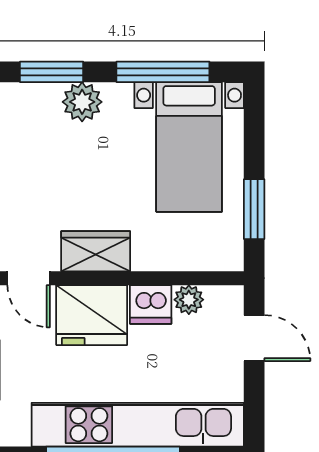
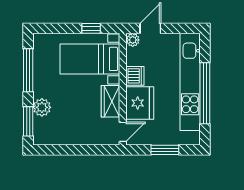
bed with nightstands: (189, 147) -> (90, 59), moved, turned 180
window: (254, 209) -> (91, 28), width x0.67
plant: (189, 300) -> (133, 40), moved

